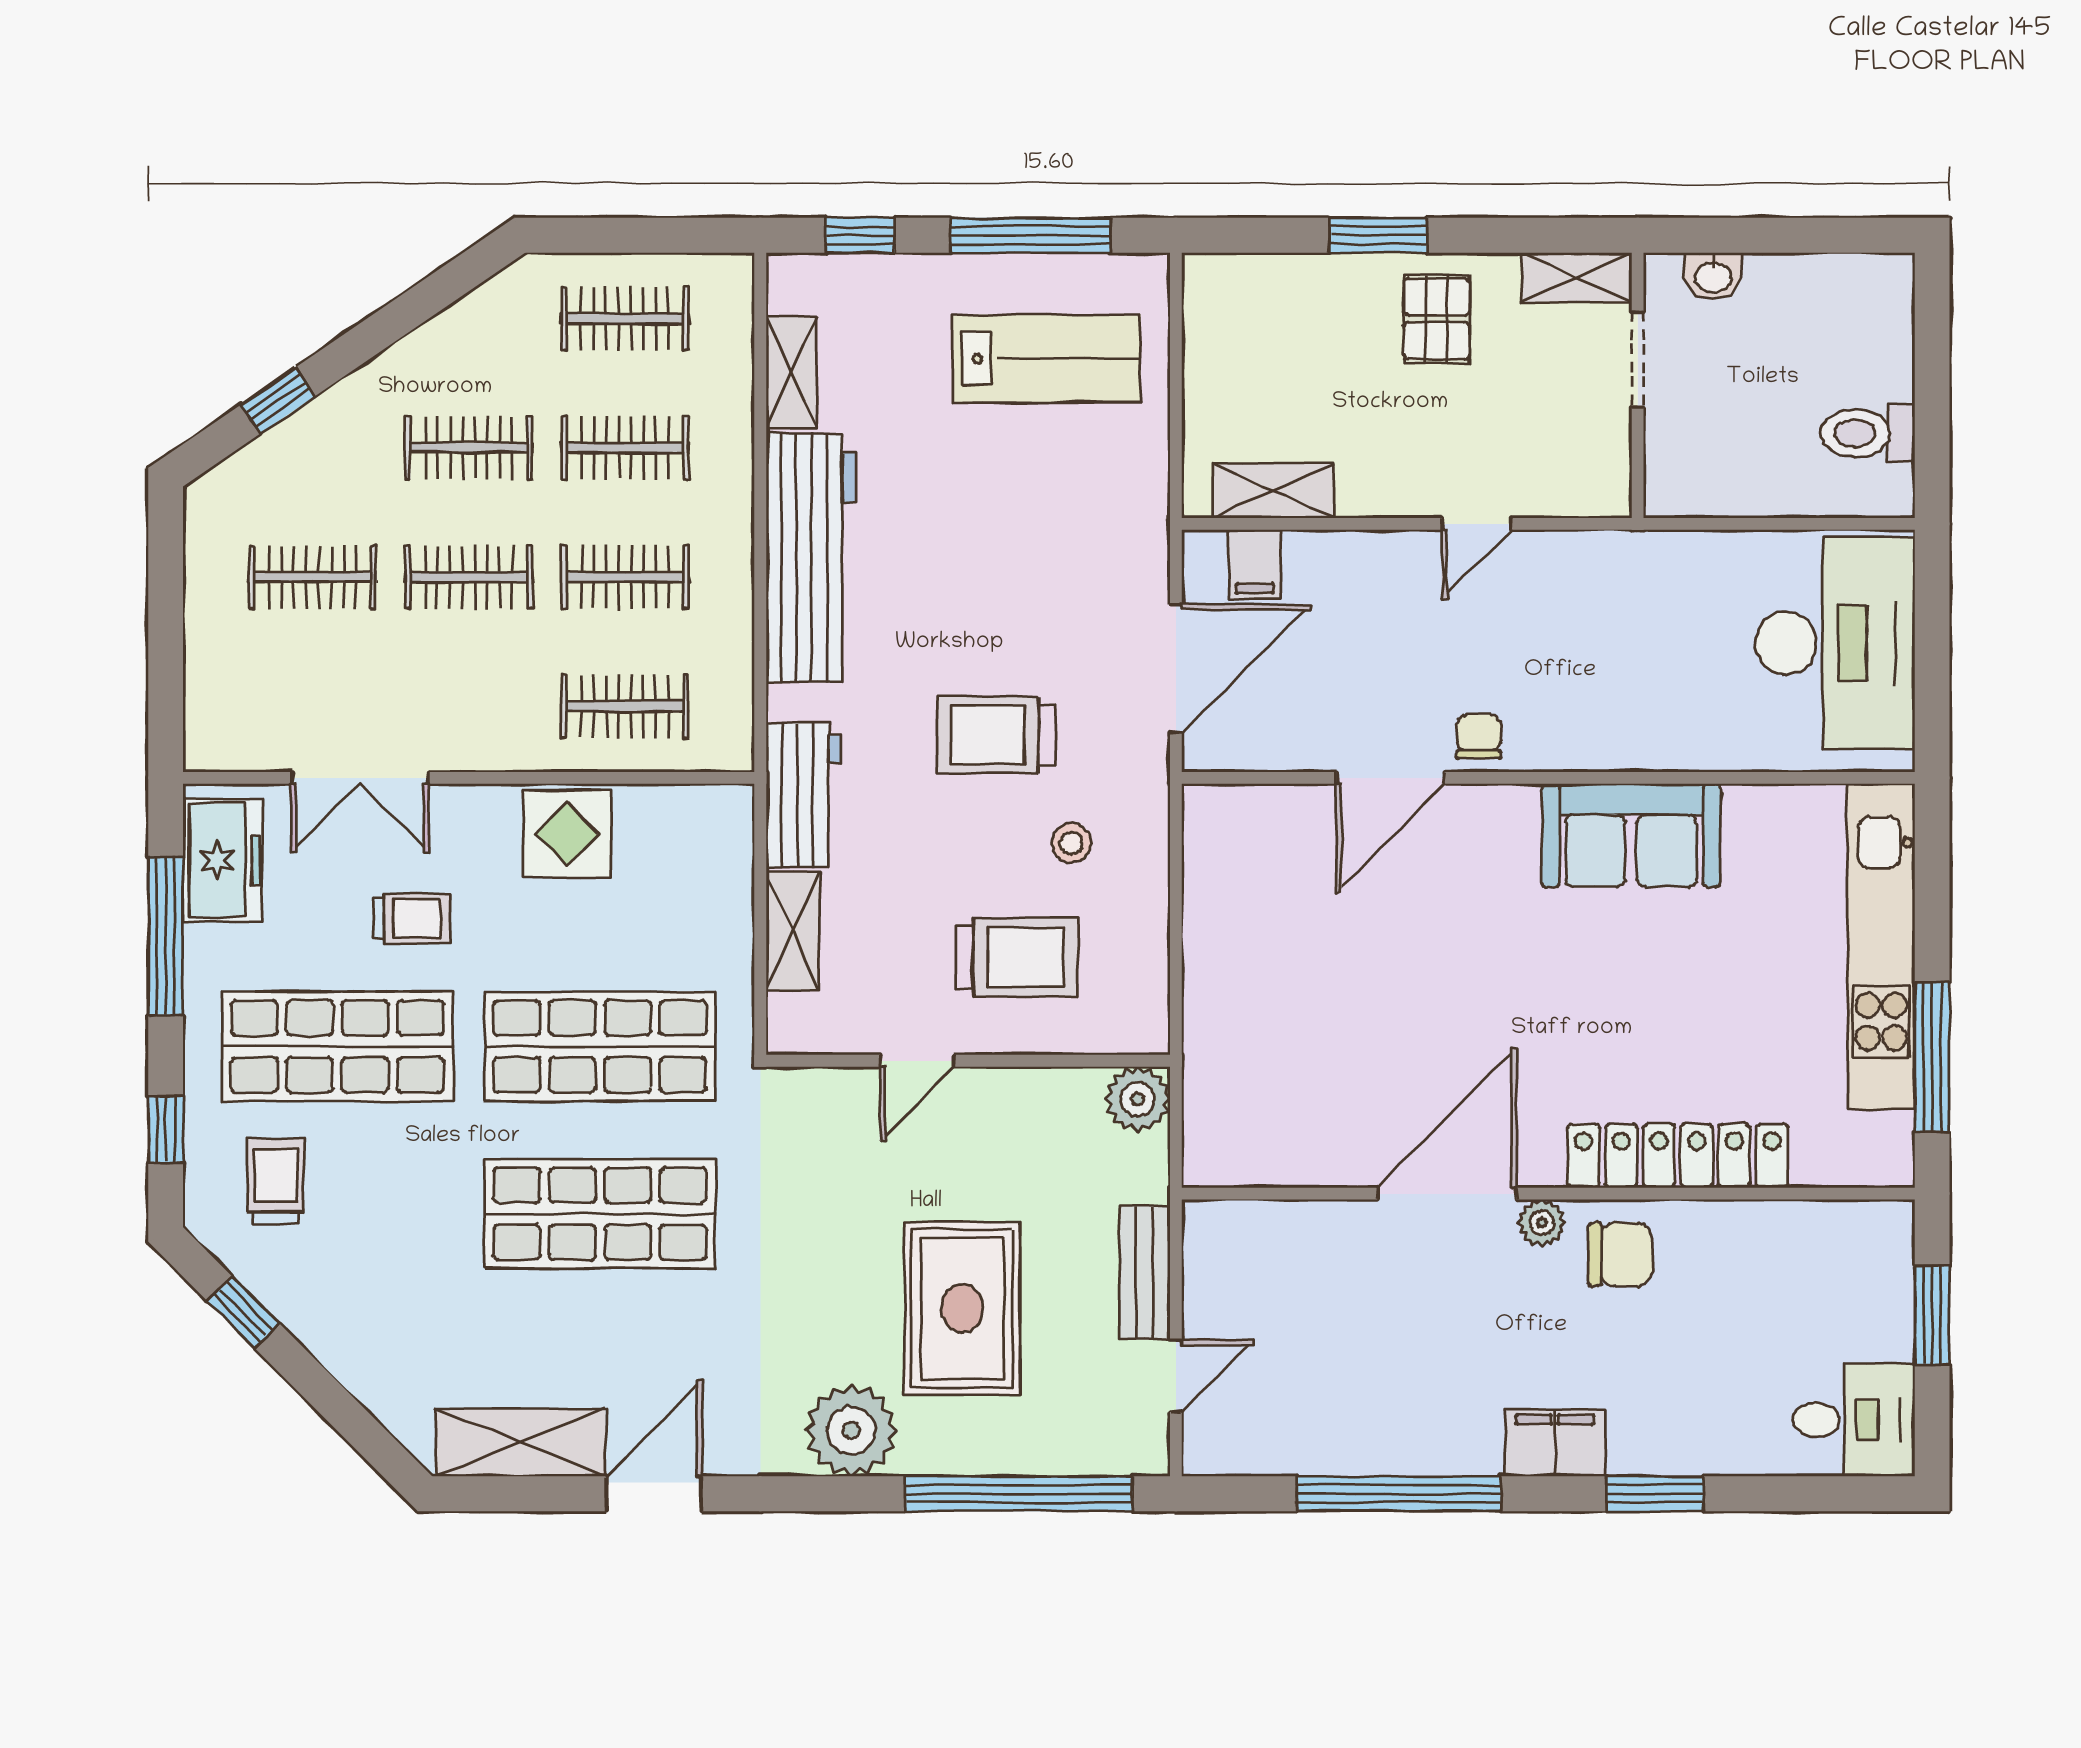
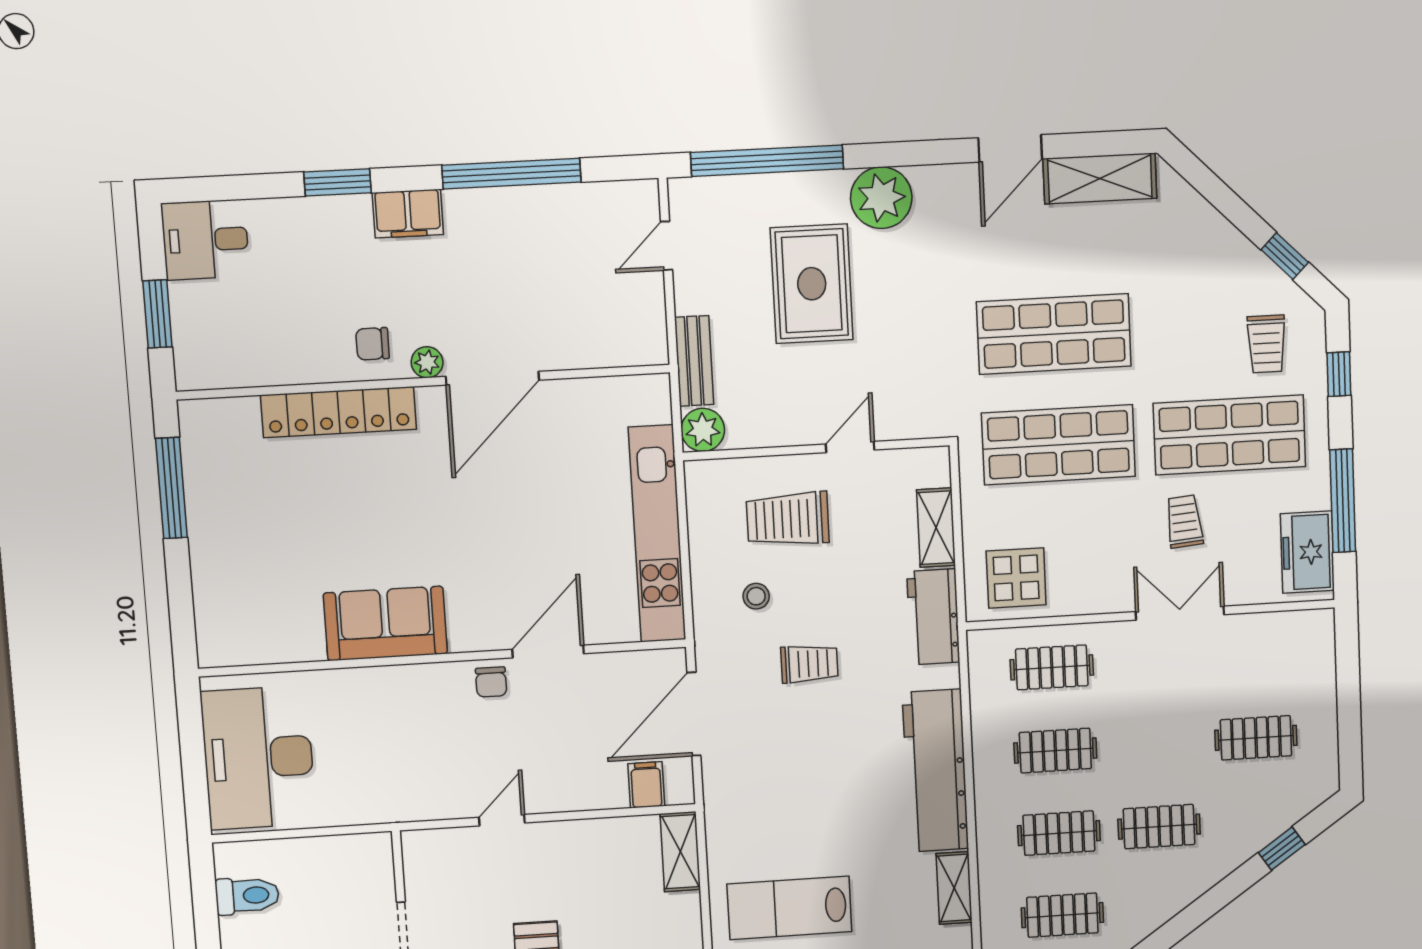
shelving: (1273, 491) -> (680, 852), moved, turned 90
clothes rail: (469, 577) -> (1156, 744), removed
trolley: (996, 735) -> (809, 664), width x0.73, depth x0.72
double door: (360, 778) -> (1180, 613), moved
display table: (567, 834) -> (1016, 578), moved
trolley: (412, 918) -> (1184, 521), turned 85
kitchen unit: (1881, 947) -> (657, 534), moved, turned 180
chair: (1620, 1254) -> (373, 344), width x0.73, depth x0.73
bench: (1145, 1273) -> (694, 361), moved

